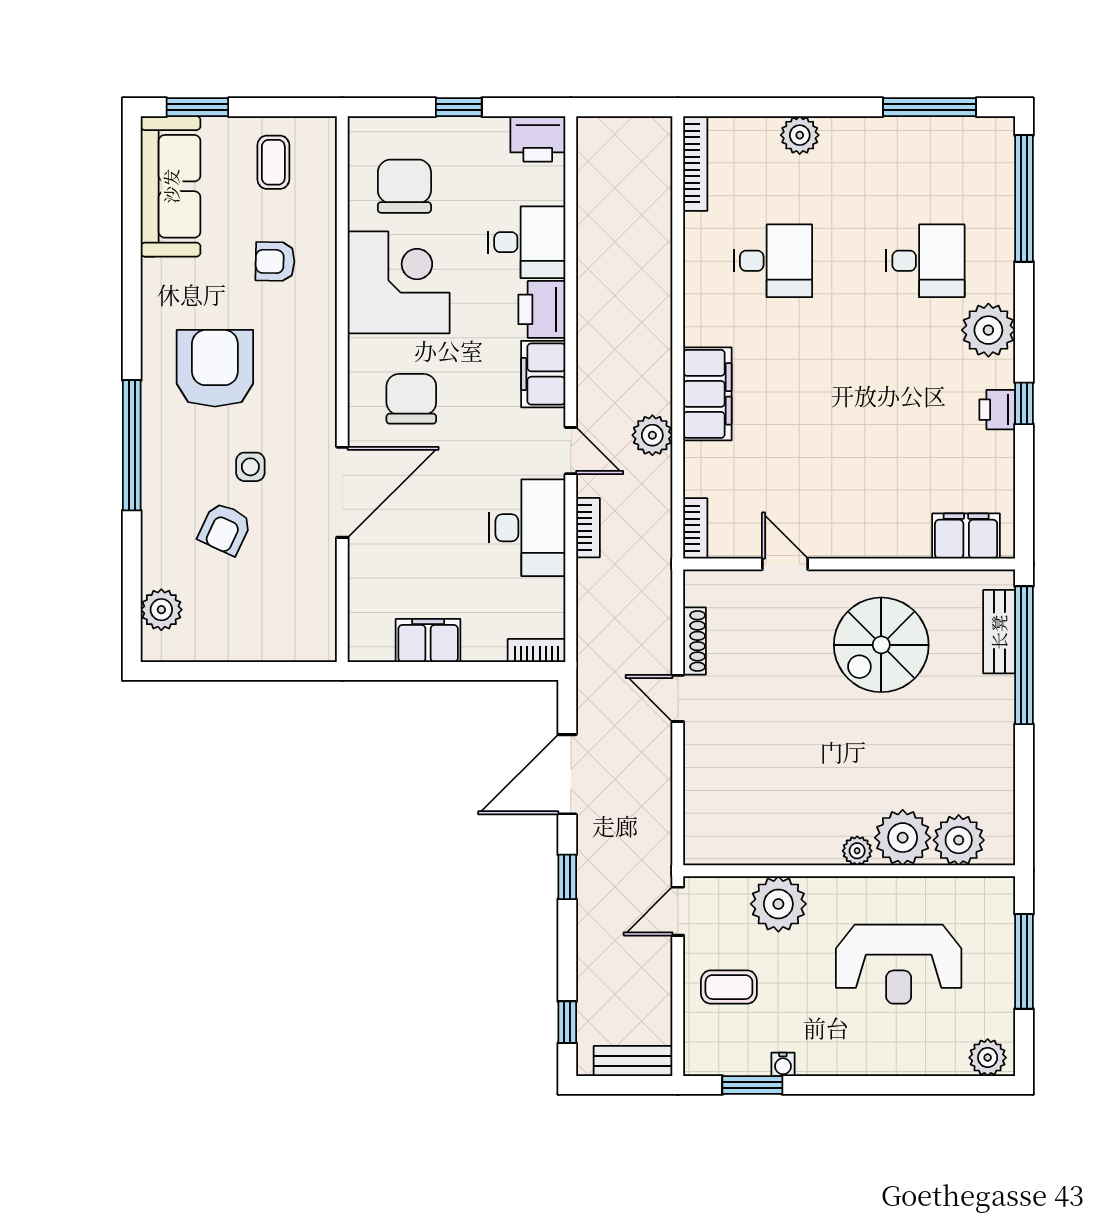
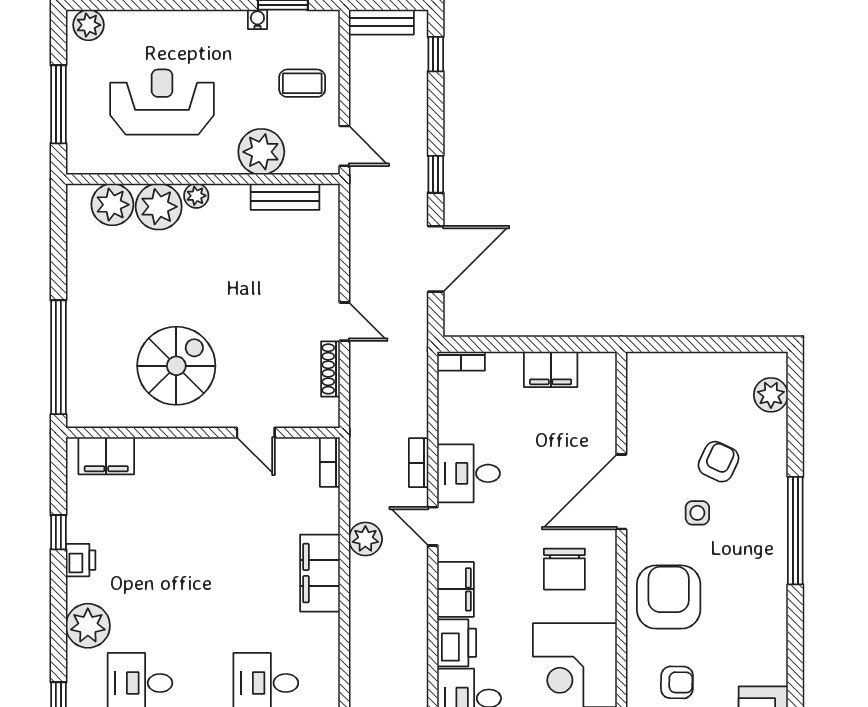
armchair: (215, 368) -> (669, 597), moved, turned 180
window: (1024, 403) -> (58, 532), moved
desk: (527, 528) -> (469, 473), width x0.73
bench: (999, 632) -> (285, 197), moved, turned 90
door: (678, 911) -> (344, 146), hinge flipped

